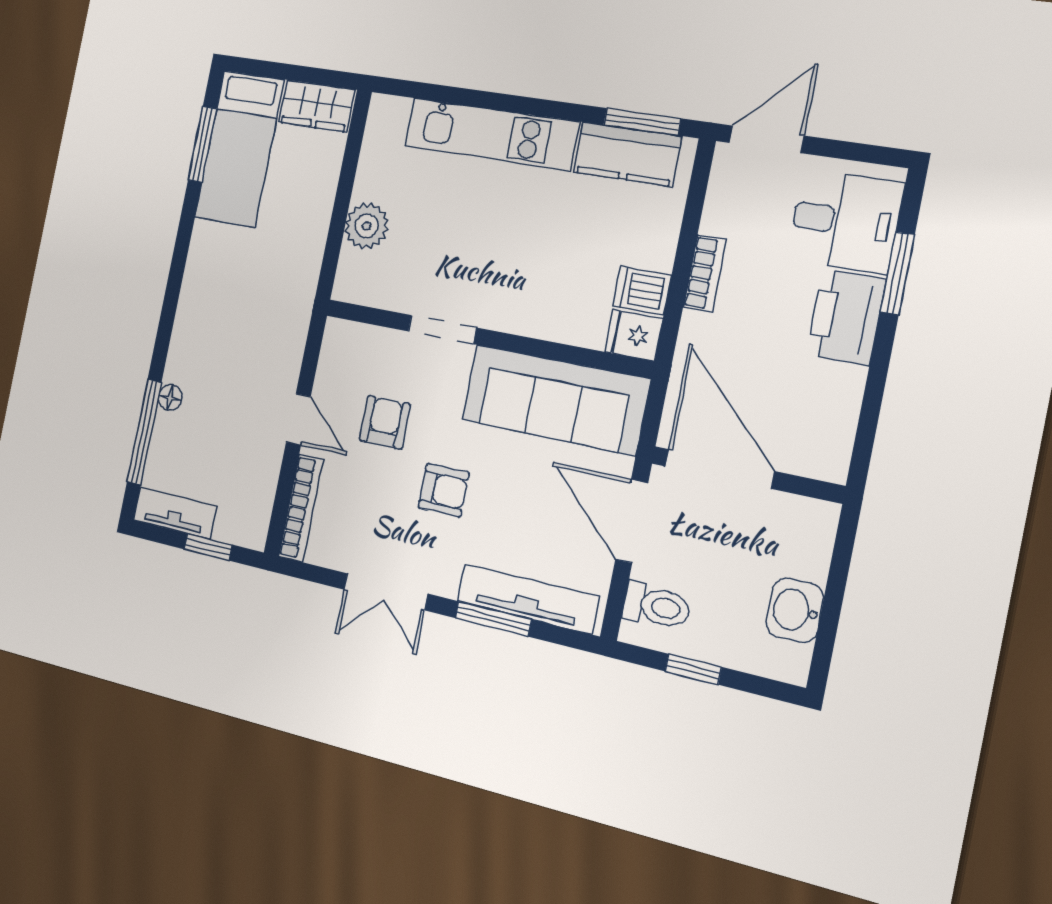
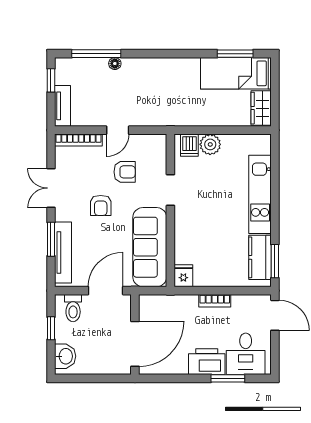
dishwasher: (642, 291) -> (189, 145), moved, turned 180
door: (719, 469) -> (135, 344), moved
tv unit: (175, 513) -> (63, 106), moved
window: (208, 547) -> (51, 80), moved
washbasin: (795, 610) -> (65, 356), moved, turned 90

